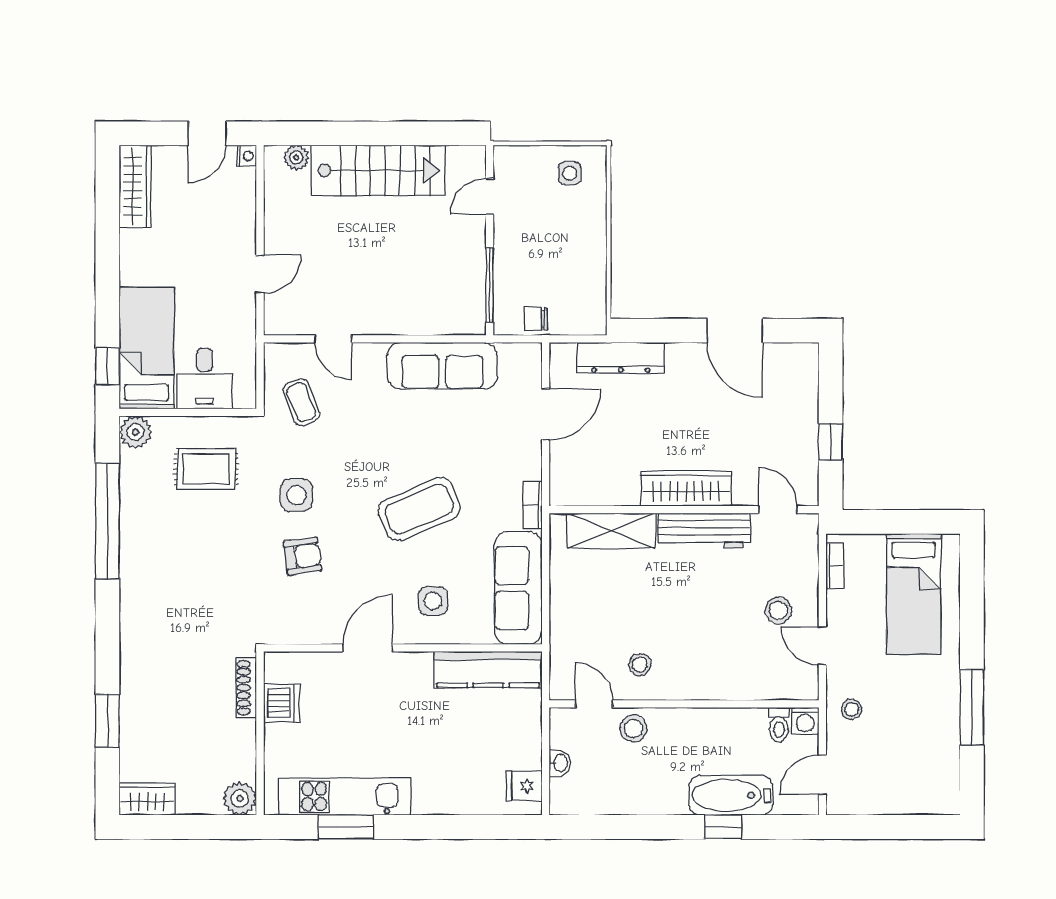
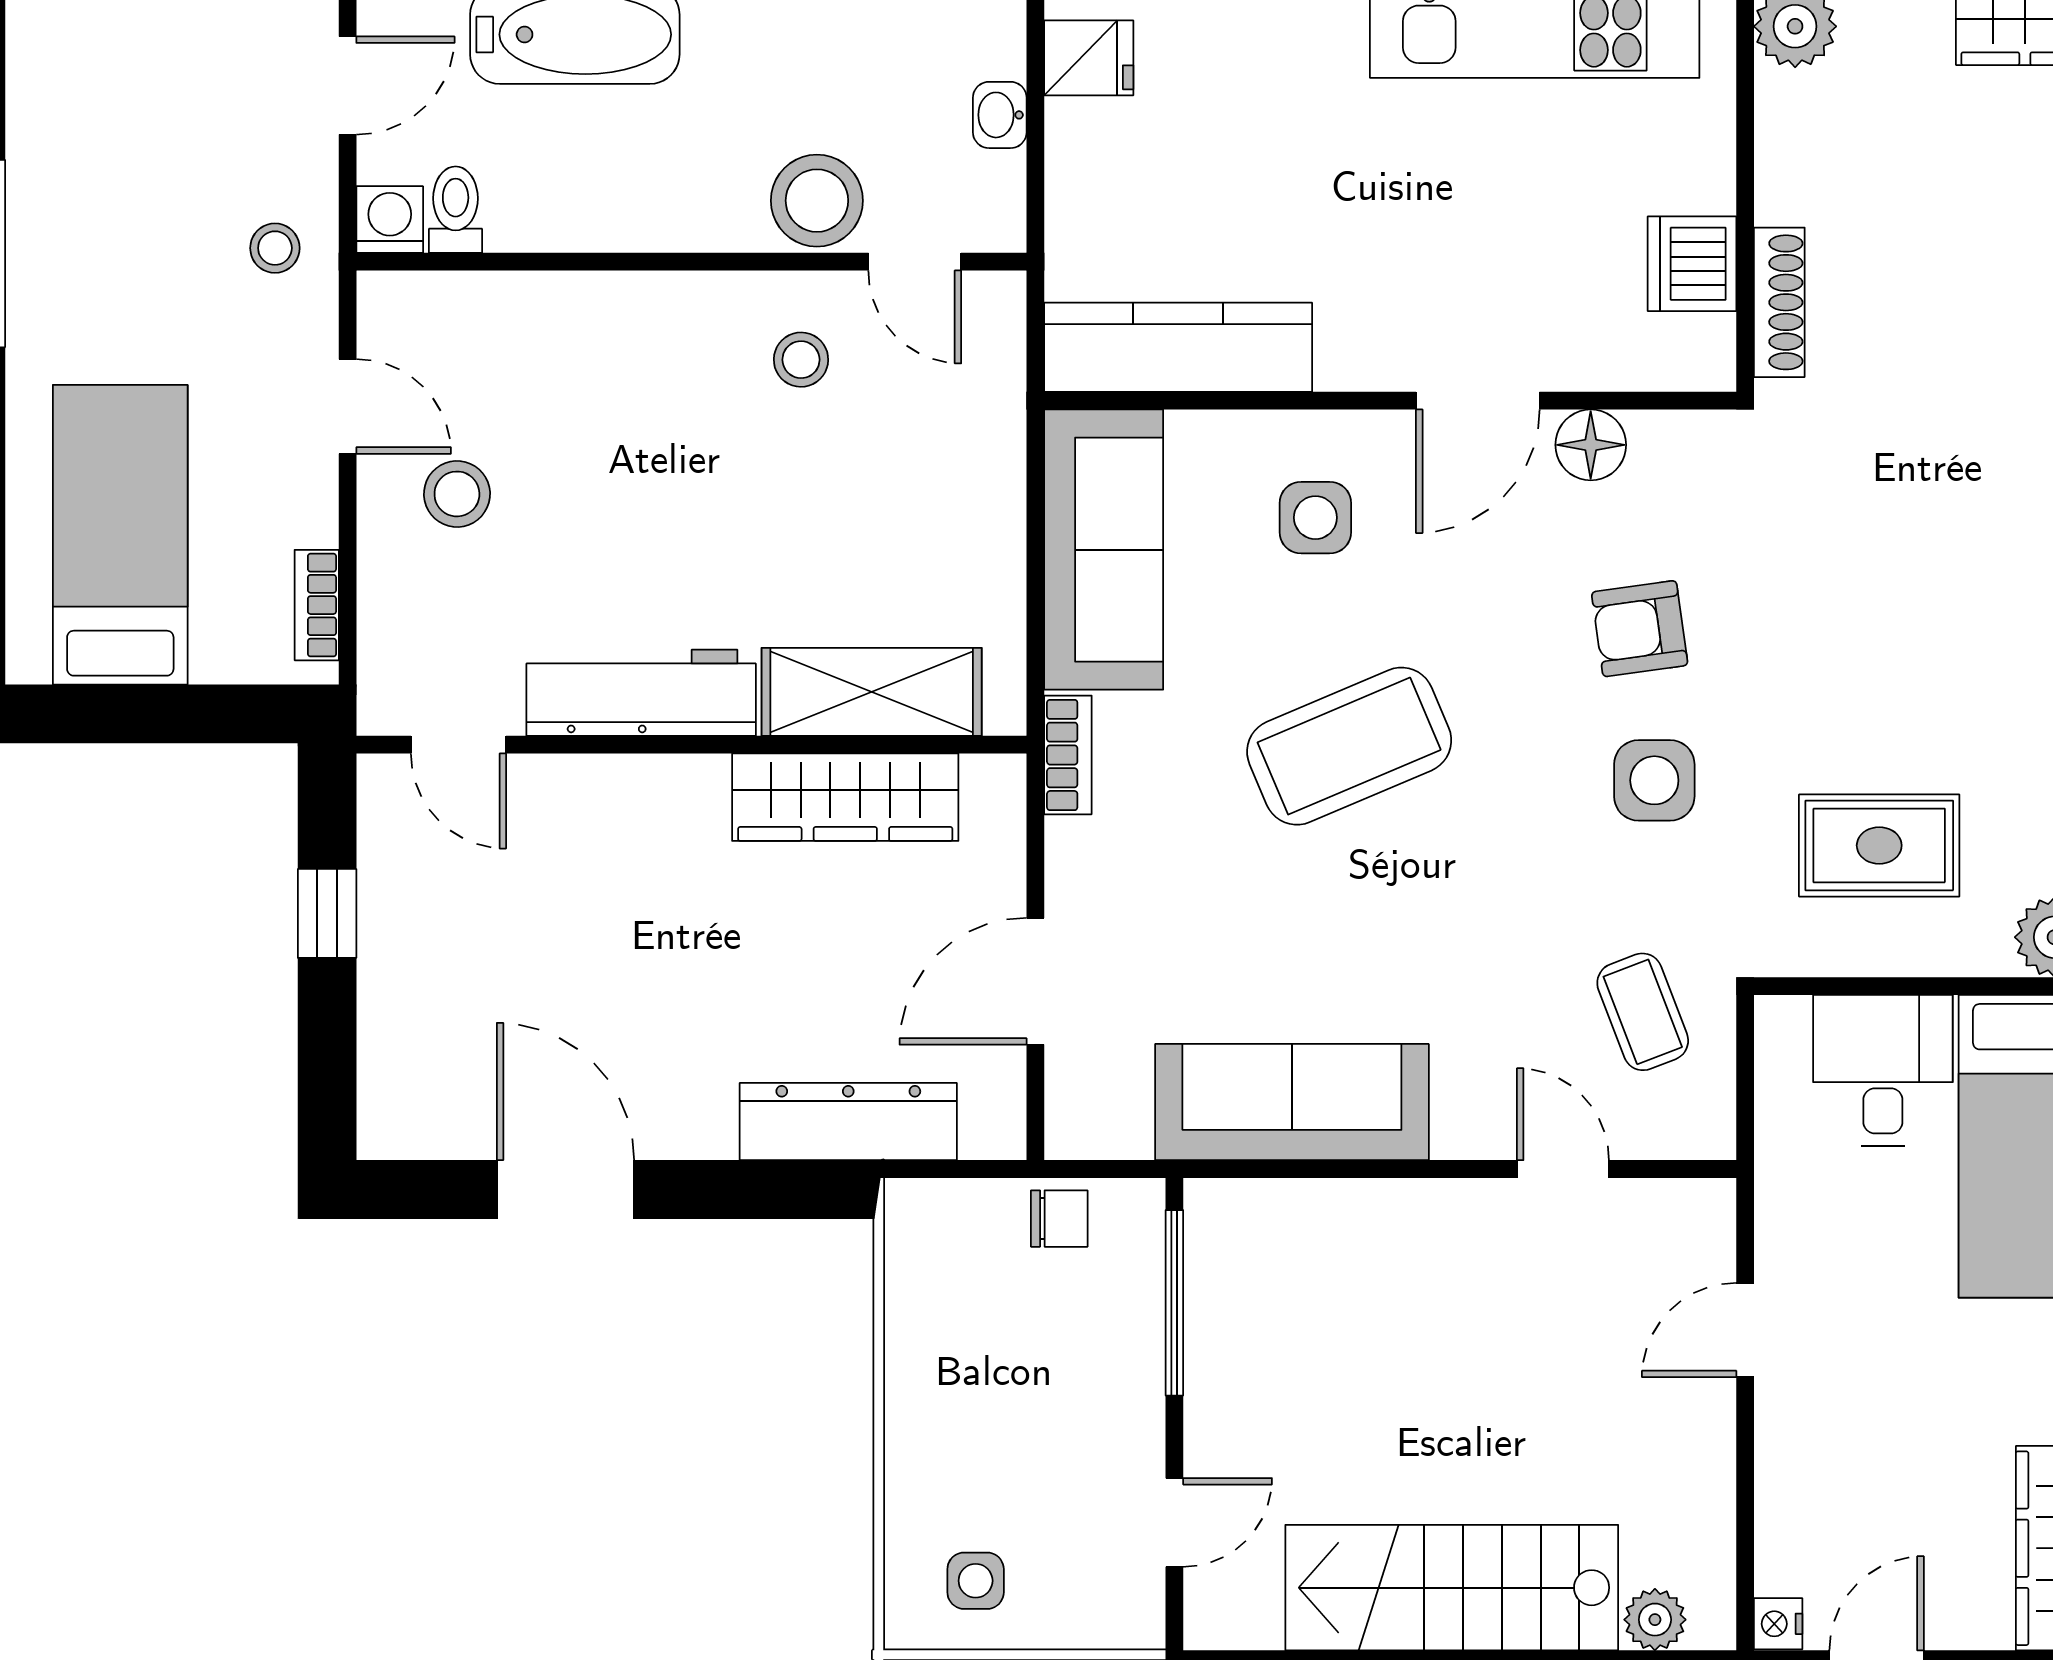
wardrobe: (686, 488) -> (845, 797), moved
floor lamp: (322, 630) -> (1591, 445), added
stool: (633, 728) -> (817, 201), width x1.38, depth x1.38

